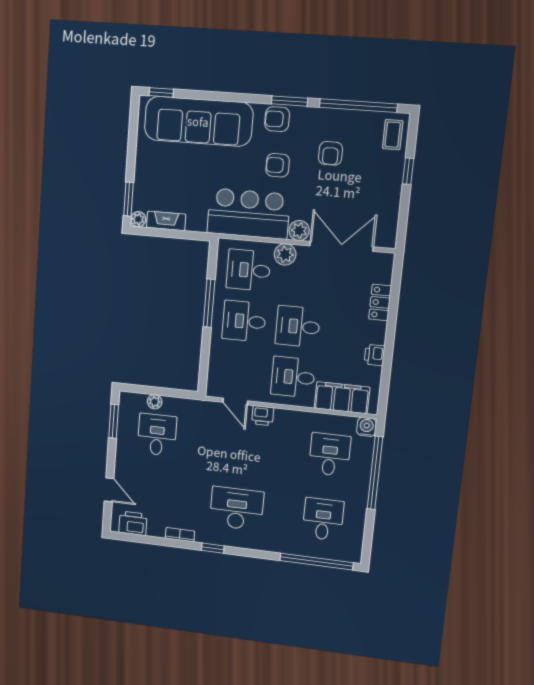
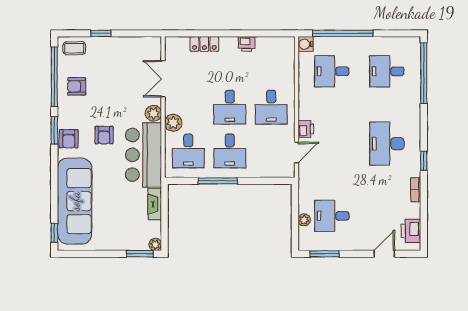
armchair: (331, 153) -> (77, 86), moved, turned 180
fireplace: (166, 221) -> (155, 204), moved
double door: (341, 246) -> (163, 79), width x0.73
filing cabinet: (342, 398) -> (284, 66), removed

